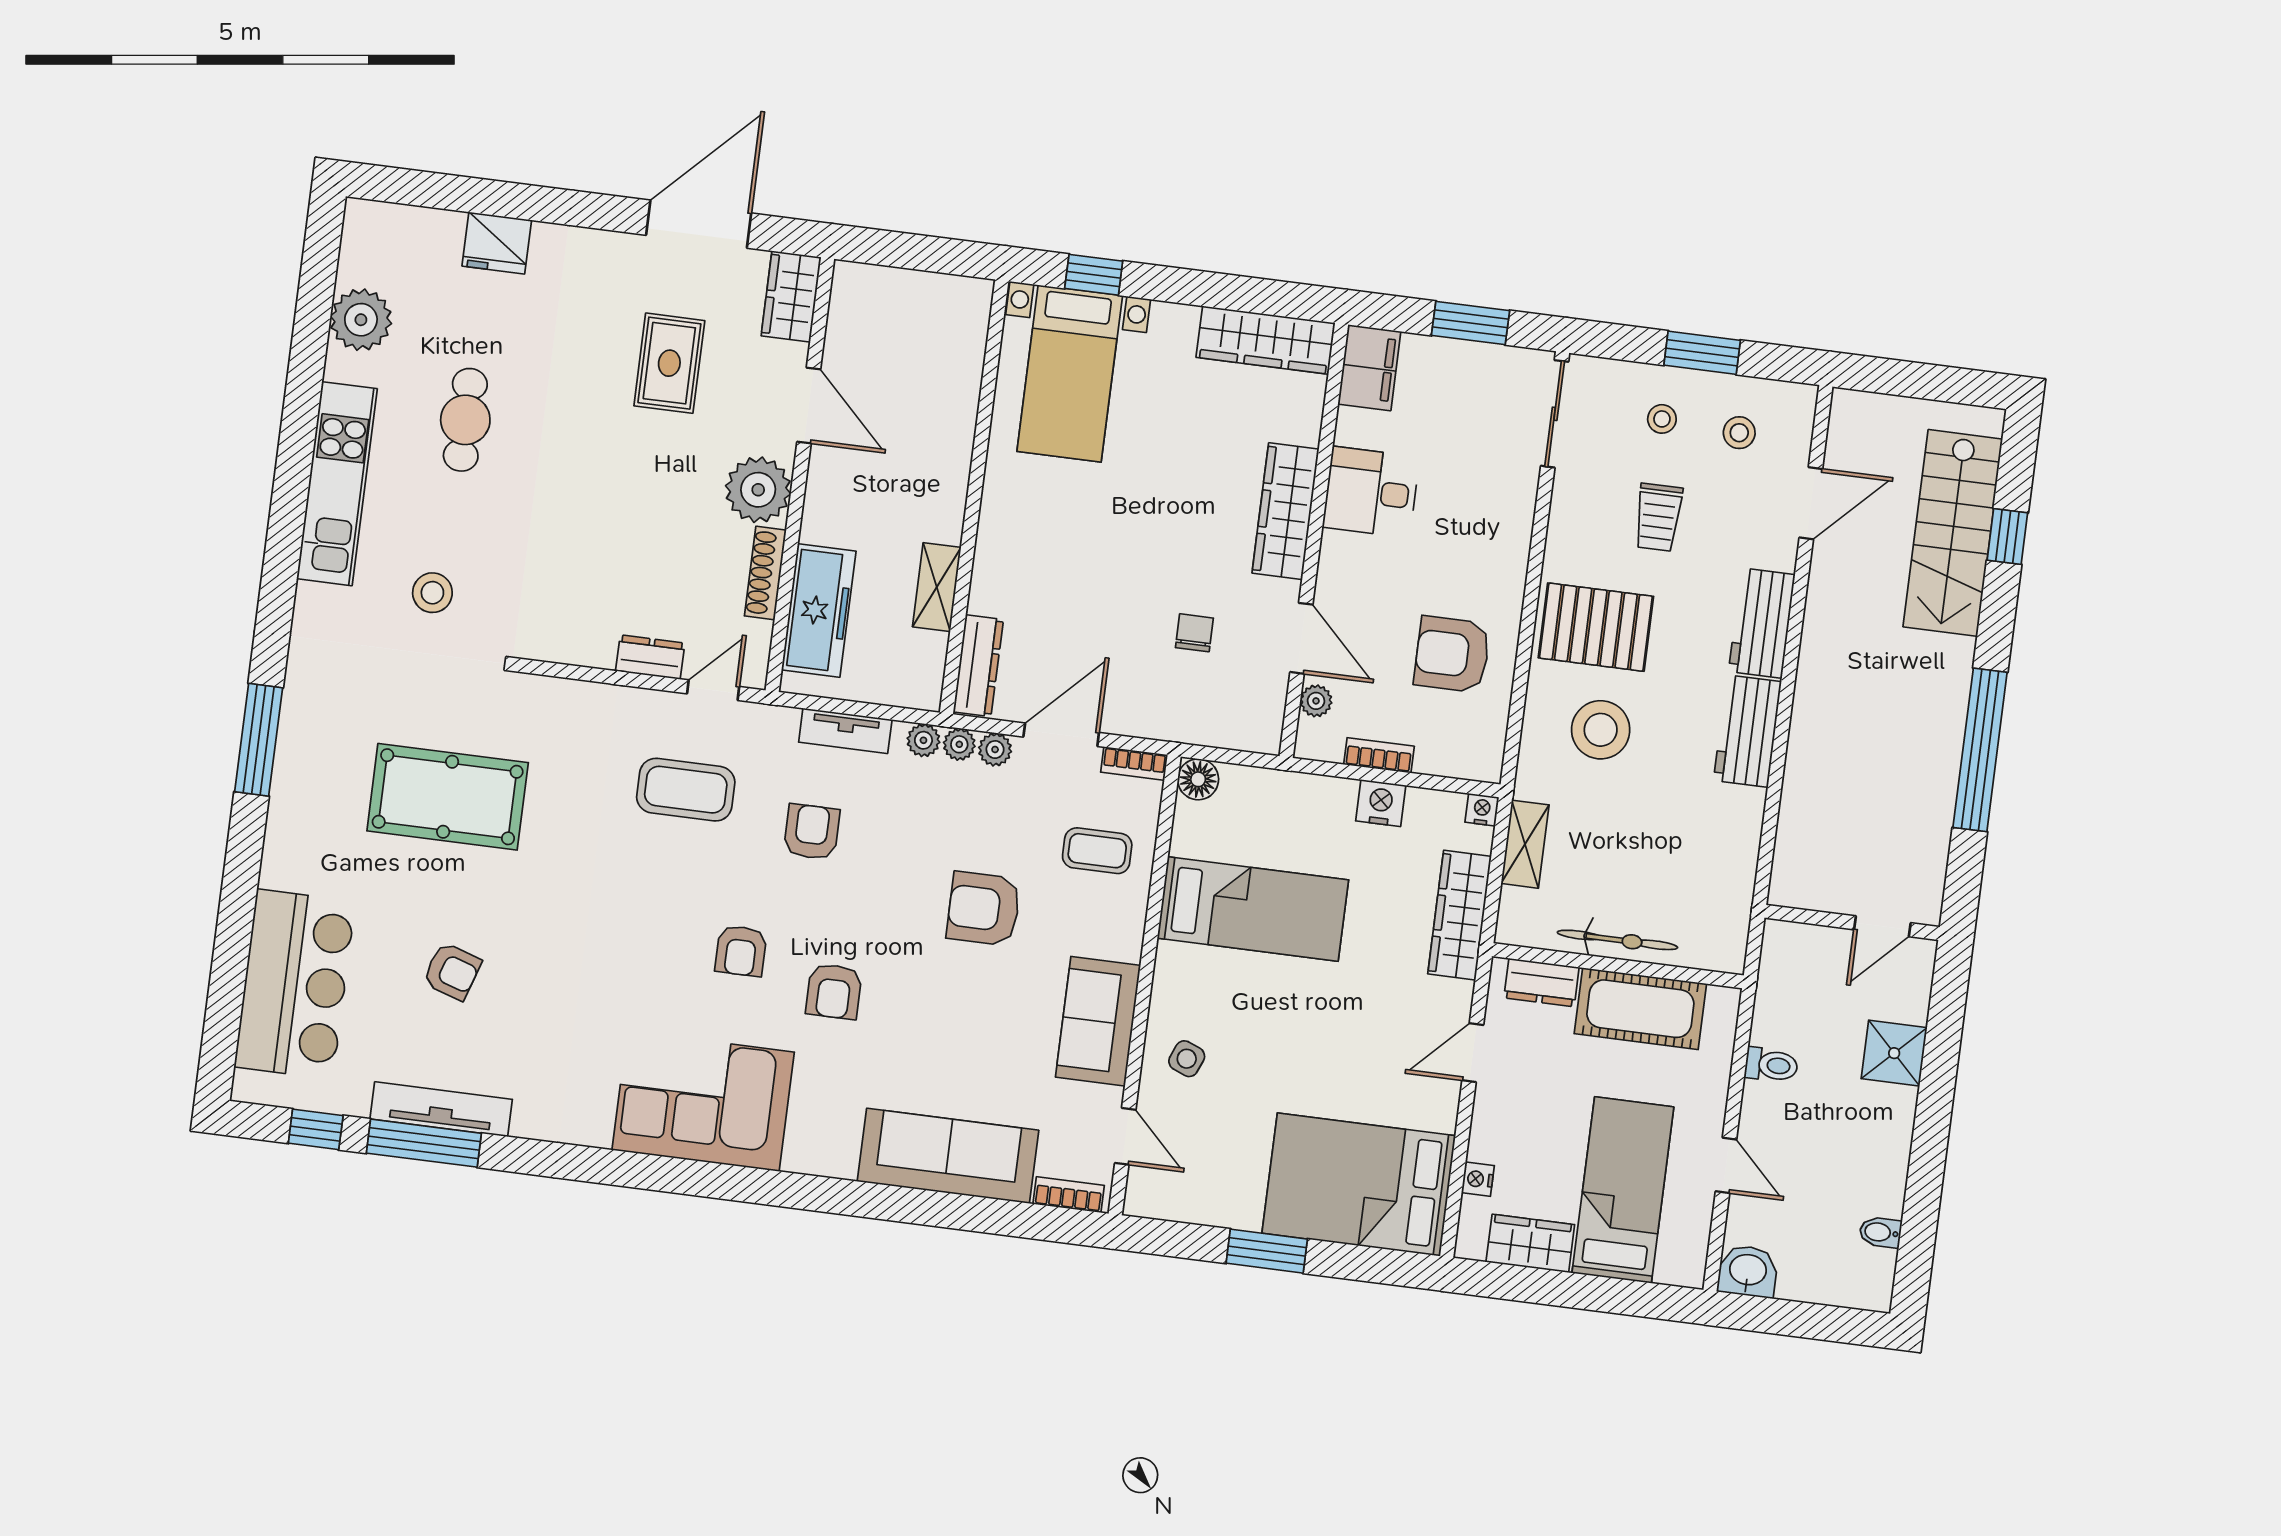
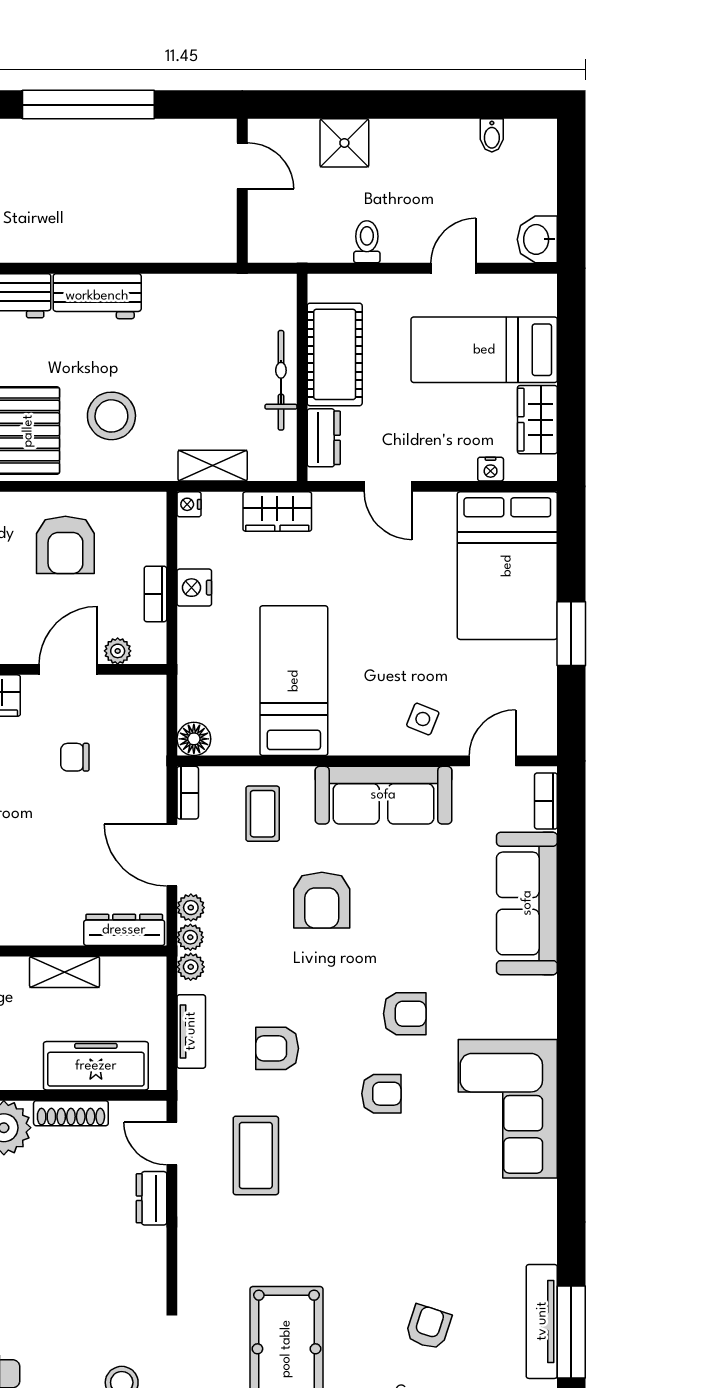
wardrobe: (1460, 915) -> (277, 512), width x0.67
sofa: (1098, 1021) -> (383, 795), width x1.36

